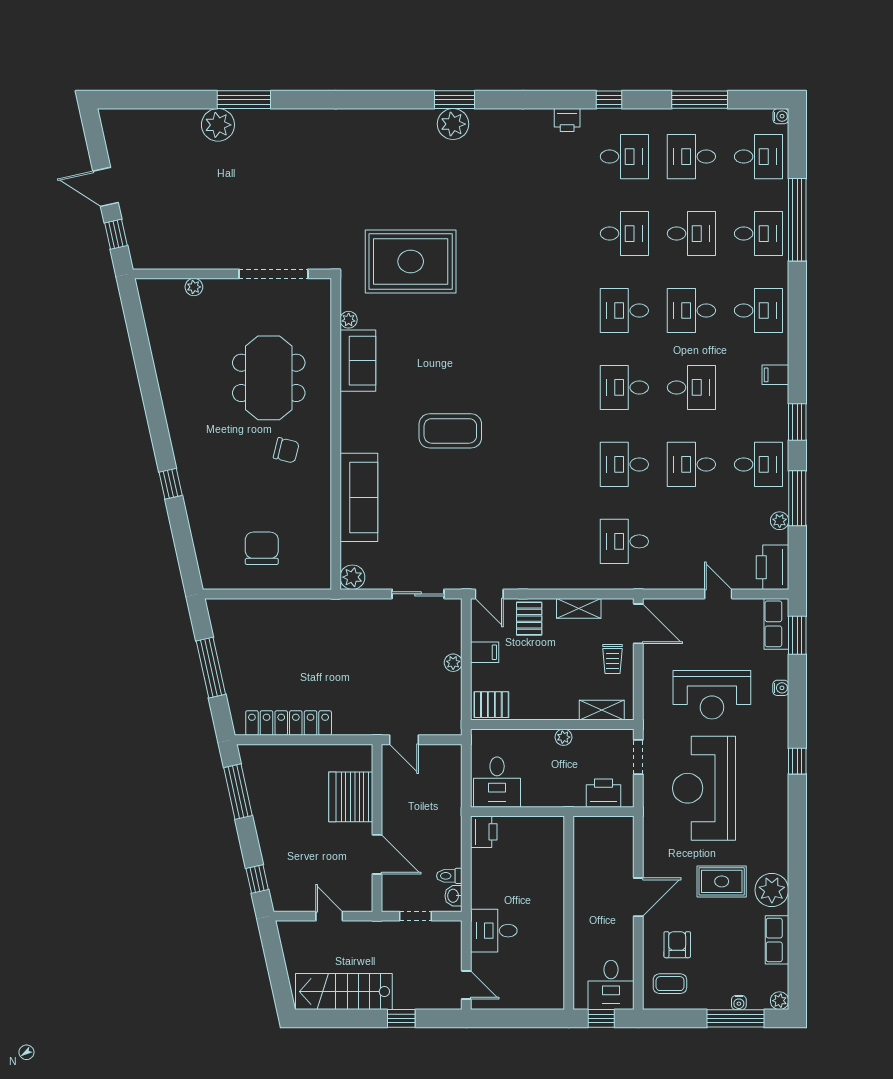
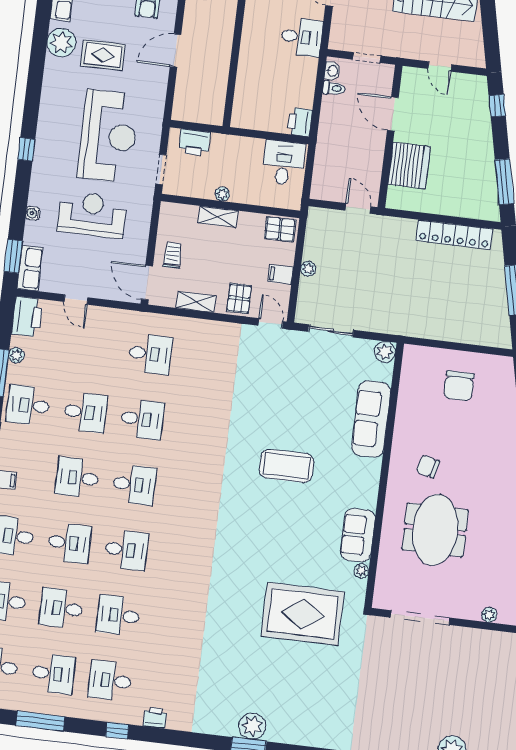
shelving: (602, 710) -> (218, 217), moved

